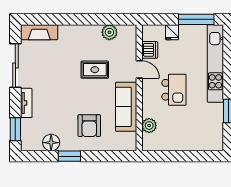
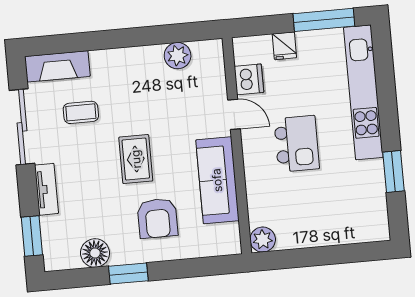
coffee table: (50, 60) -> (81, 112), added
rug: (95, 70) -> (136, 159), moved, turned 90
plant: (149, 125) -> (263, 240), moved

